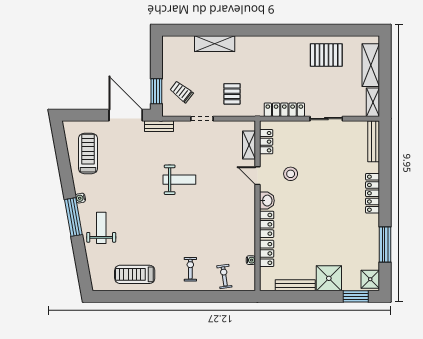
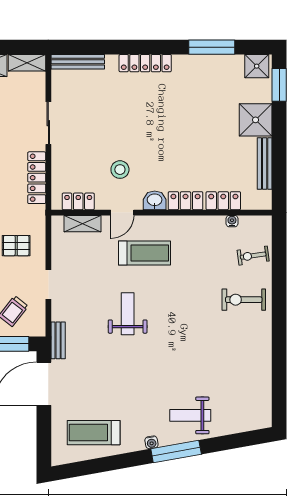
exercise bike: (190, 269) -> (244, 300), width x1.38, depth x1.39
treadmill: (135, 274) -> (145, 253), moved, turned -90

